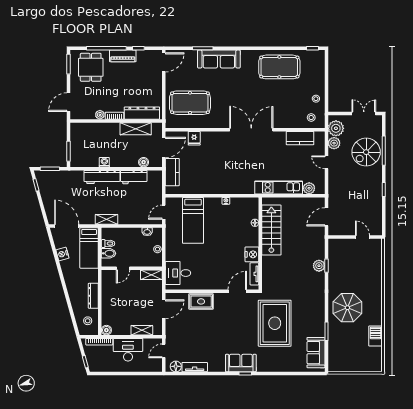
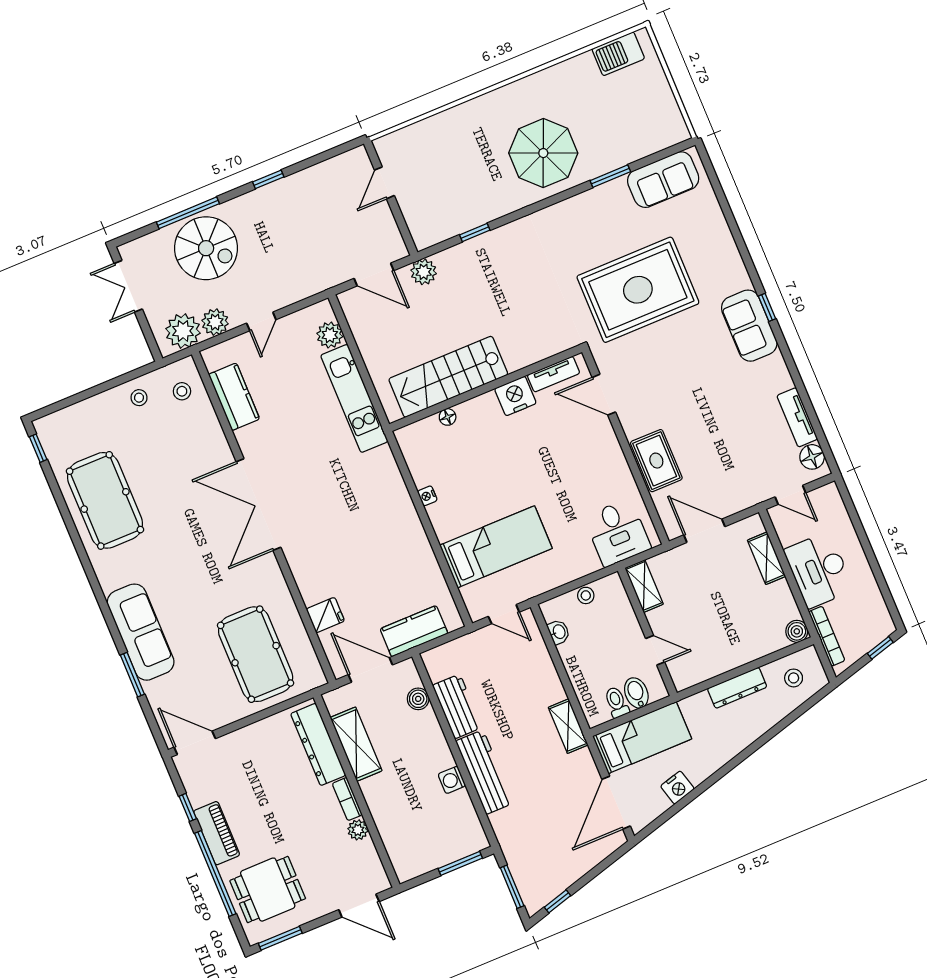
plant: (319, 266) -> (424, 272), moved
barbecue: (376, 336) -> (618, 54), moved

